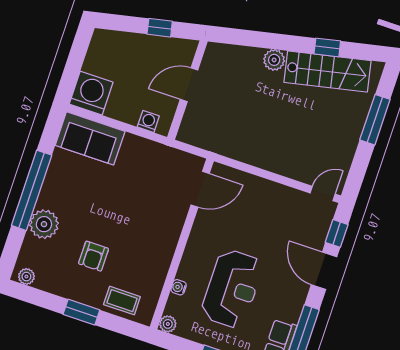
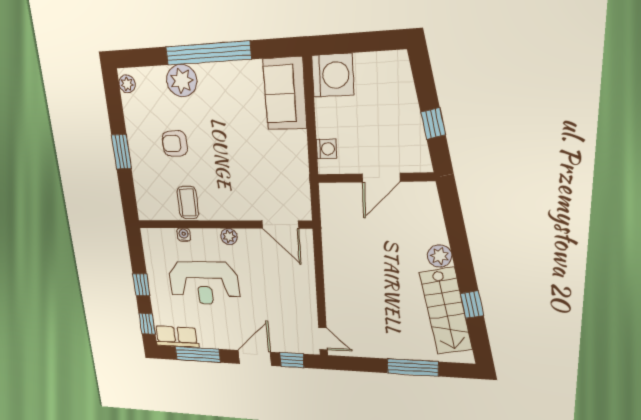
door: (189, 85) -> (381, 178), swing flipped
coffee table: (122, 301) -> (188, 202), moved
plant: (168, 324) -> (229, 237), moved

